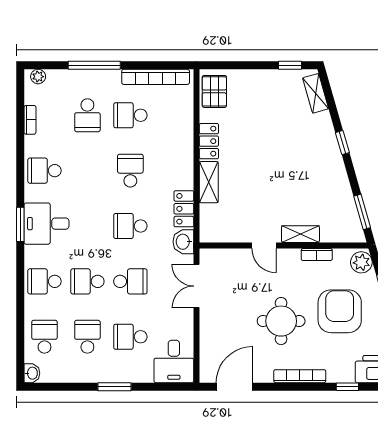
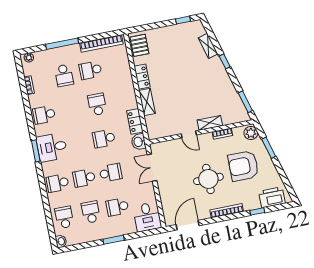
shelving: (316, 93) -> (208, 46), moved
armchair: (340, 311) -> (243, 166), turned -90

